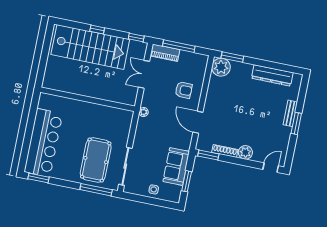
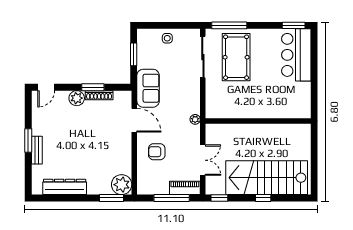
bar counter: (43, 143) -> (296, 55), width x0.73
window: (208, 155) -> (93, 87), moved
sofa: (176, 166) -> (148, 88), moved

